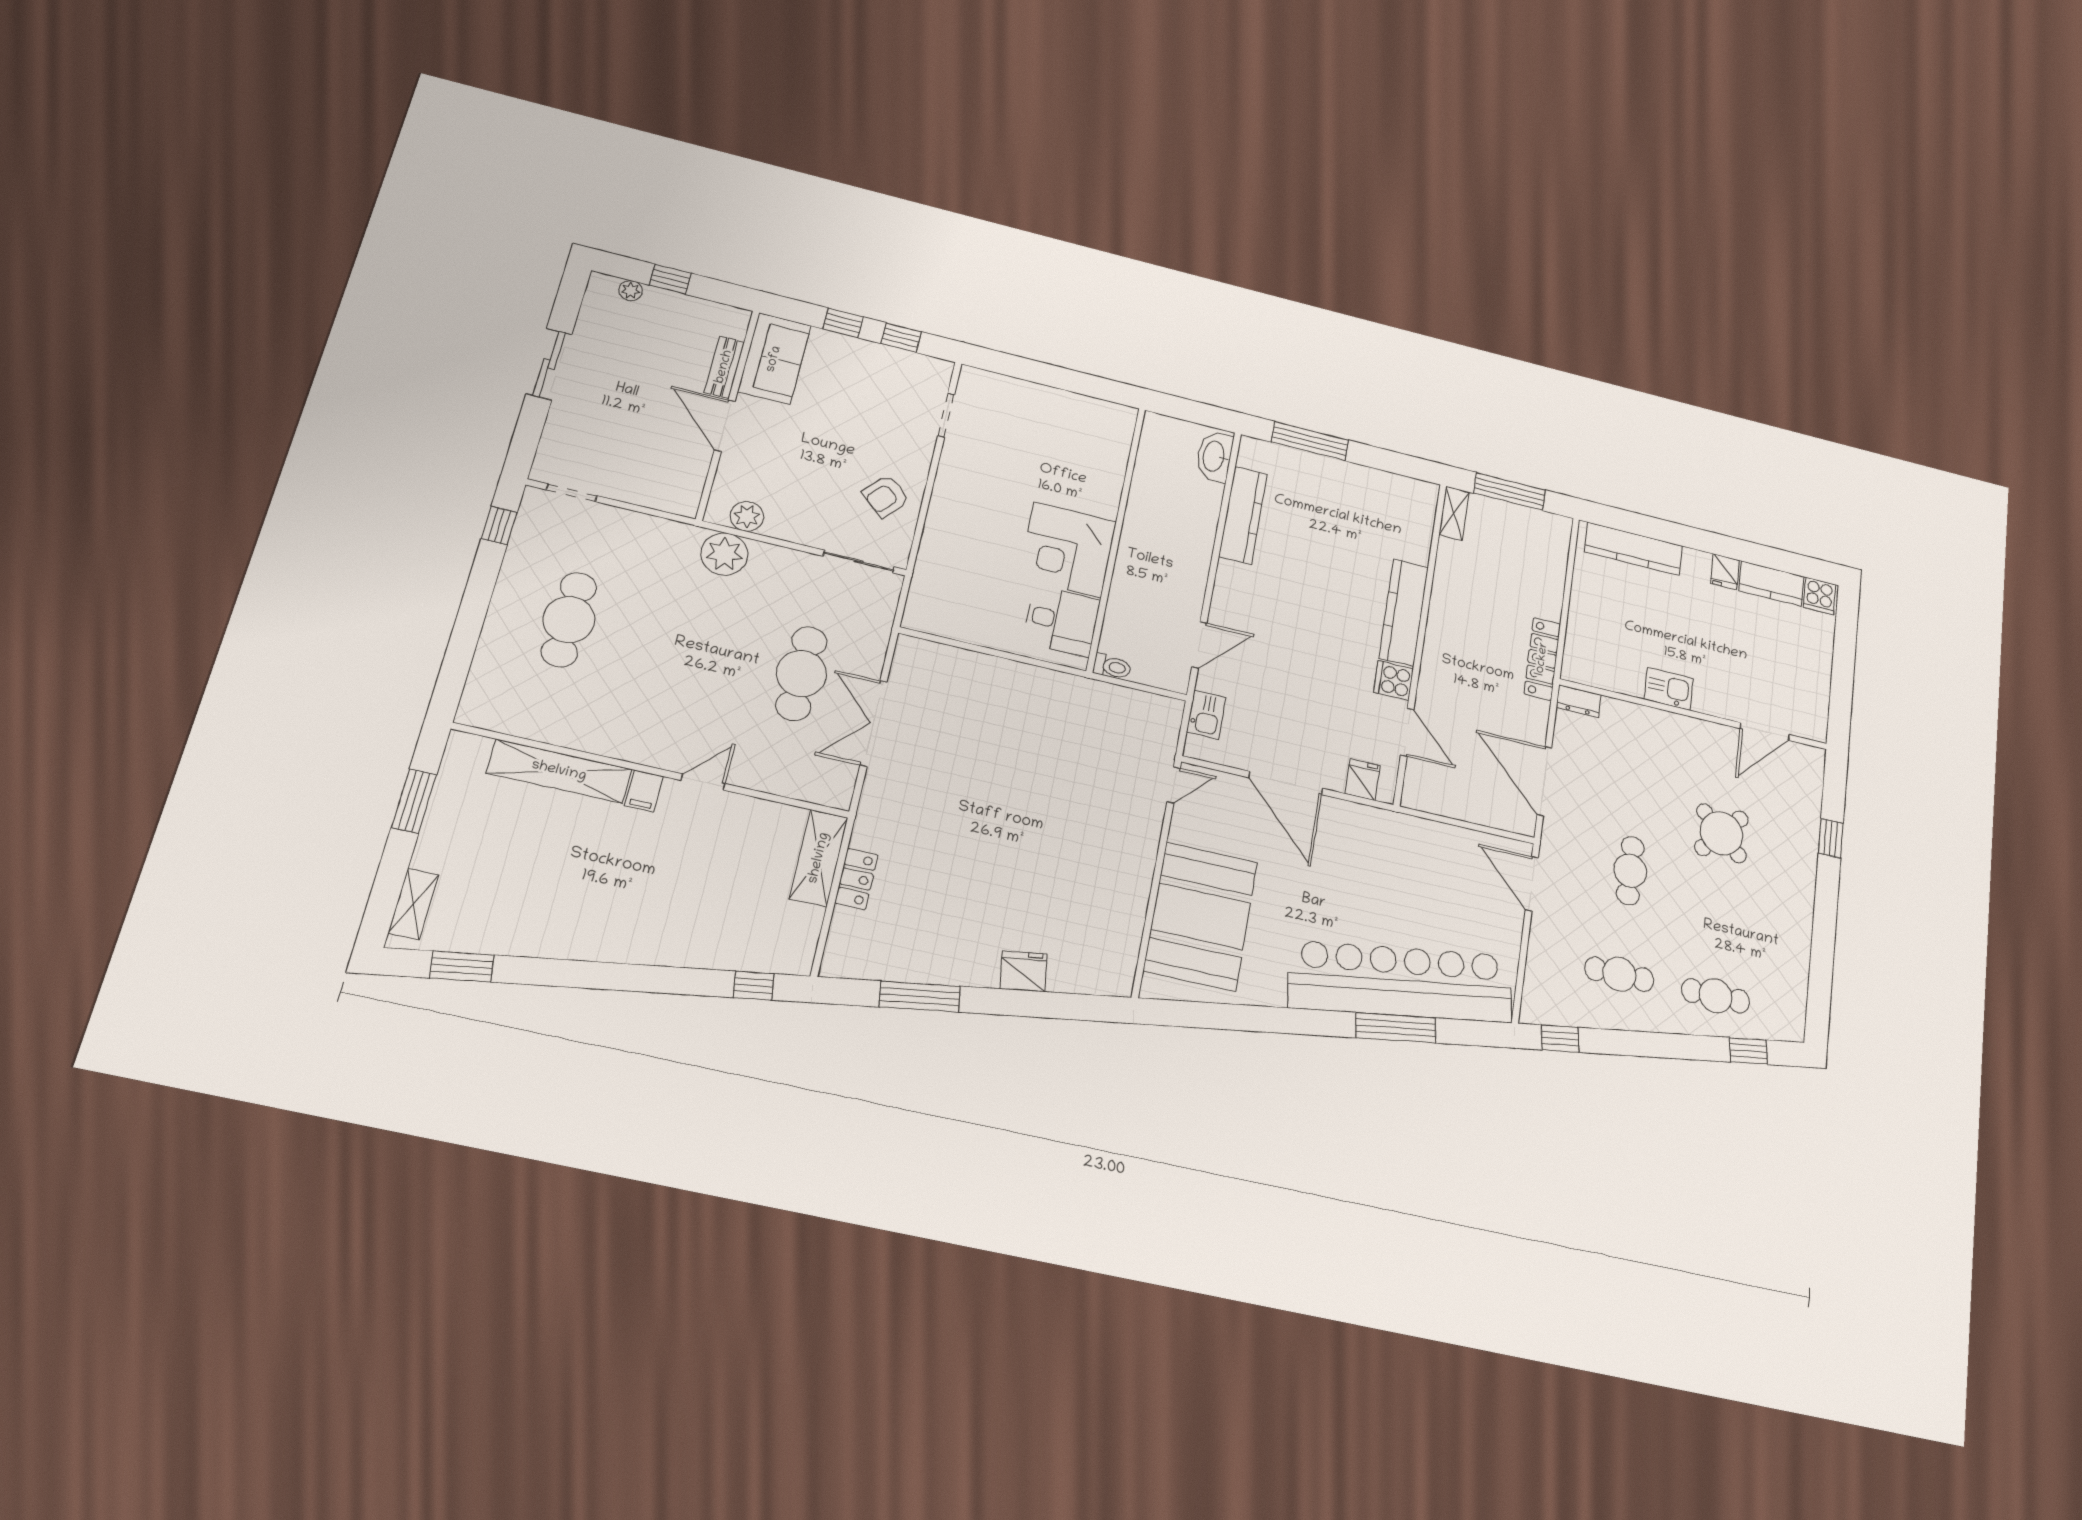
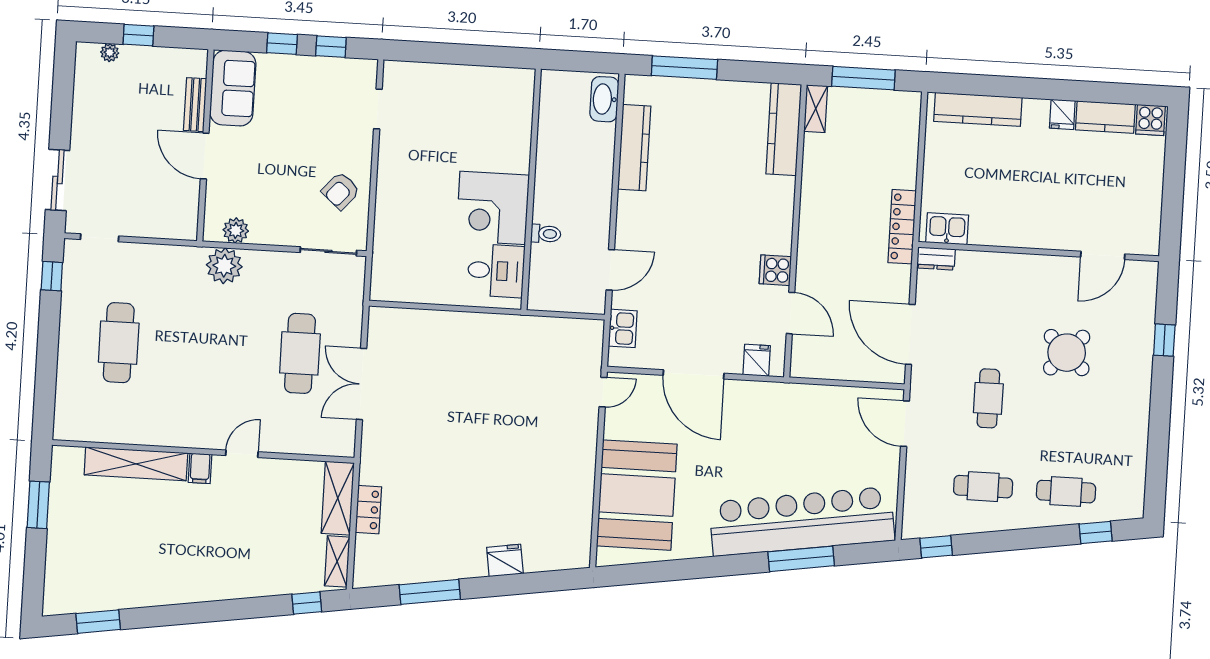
sliding door: (549, 364) -> (58, 180), moved
kitchen counter: (1404, 612) -> (784, 129), moved
toilet: (1112, 667) -> (546, 234), moved
kitchen sink: (1669, 689) -> (947, 229), moved
shelving: (413, 904) -> (337, 561), moved

